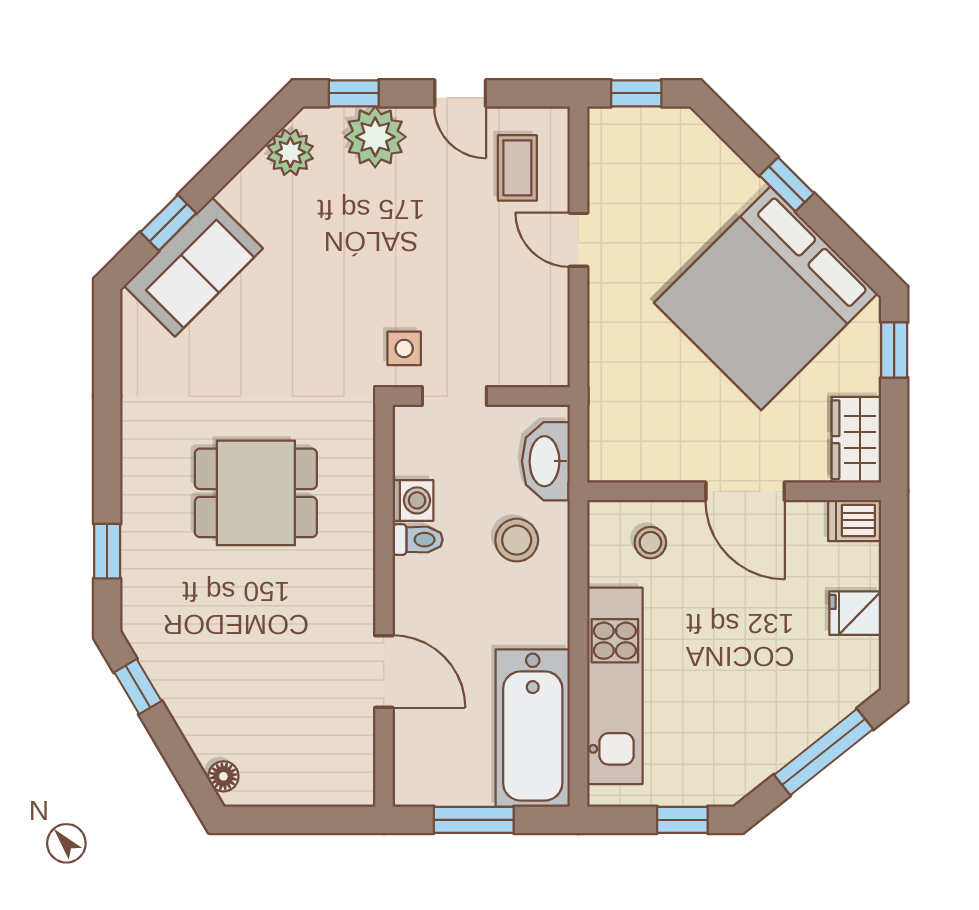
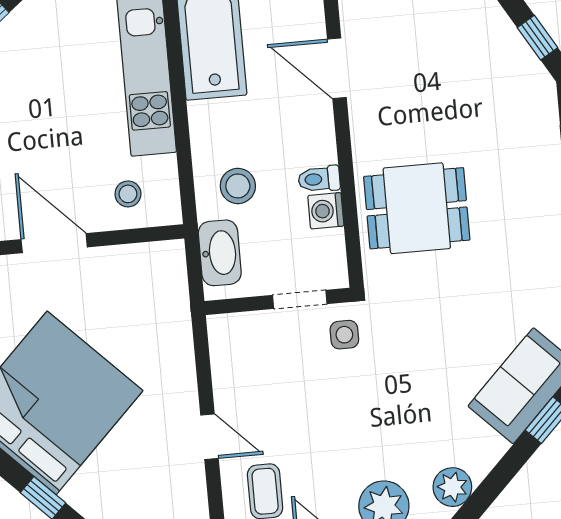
dining table: (256, 493) -> (417, 208), moved

